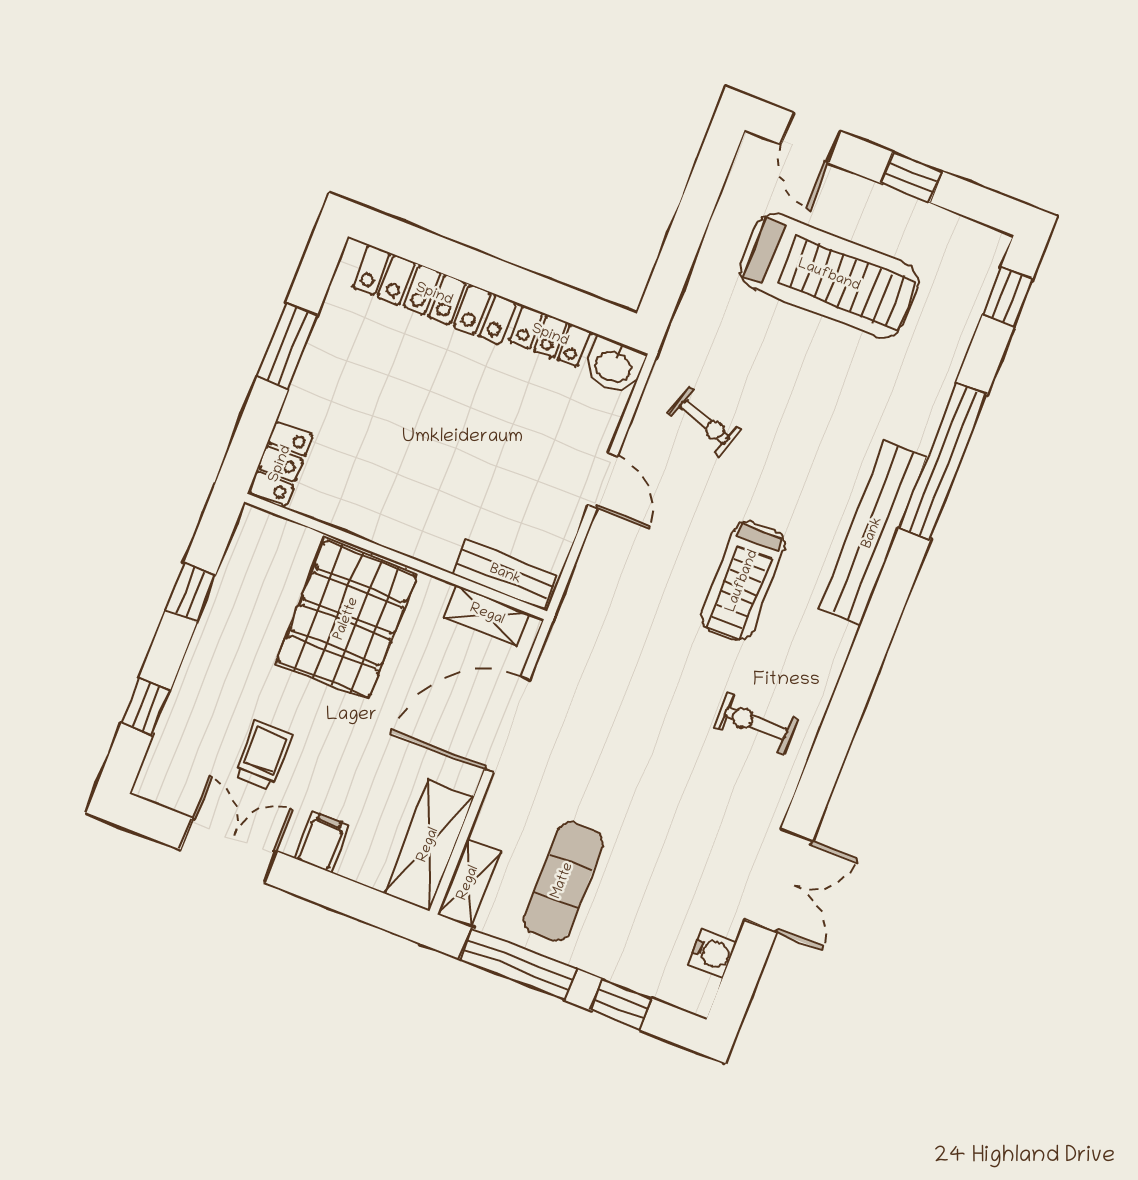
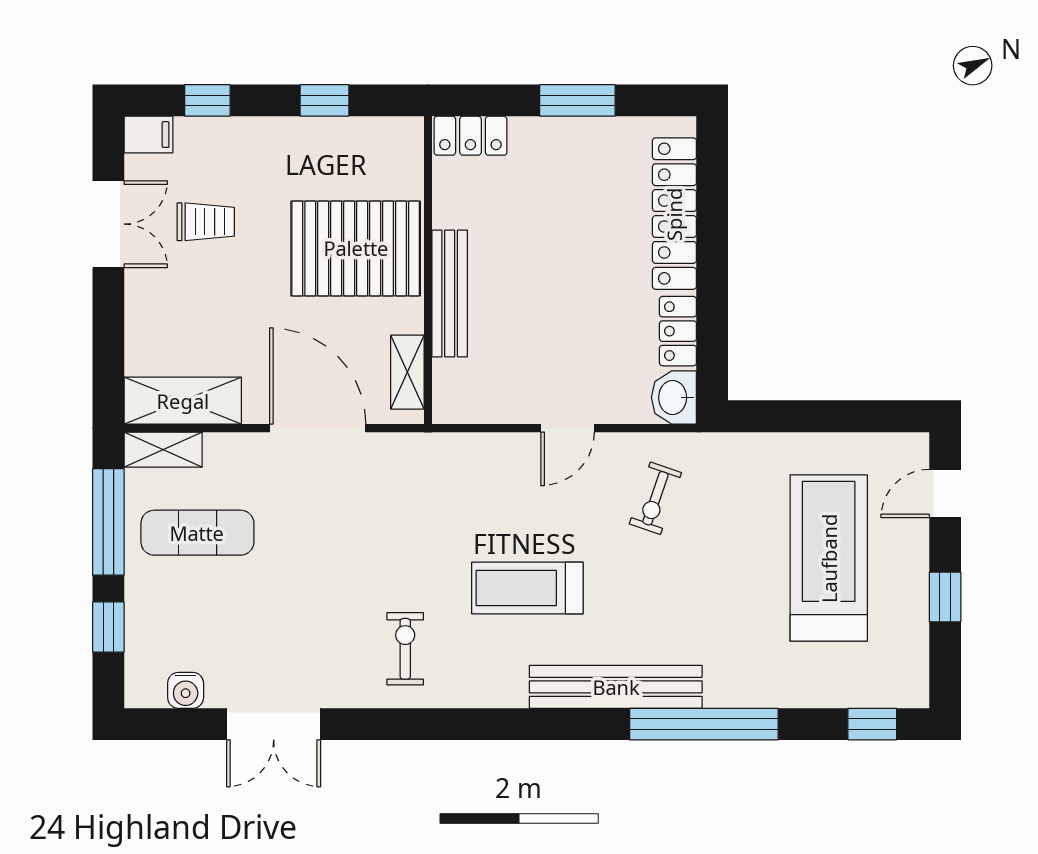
treadmill: (829, 276) -> (829, 558), turned 180
bench: (505, 575) -> (450, 293), moved, width x1.36
filing cabinet: (321, 842) -> (148, 135), moved

